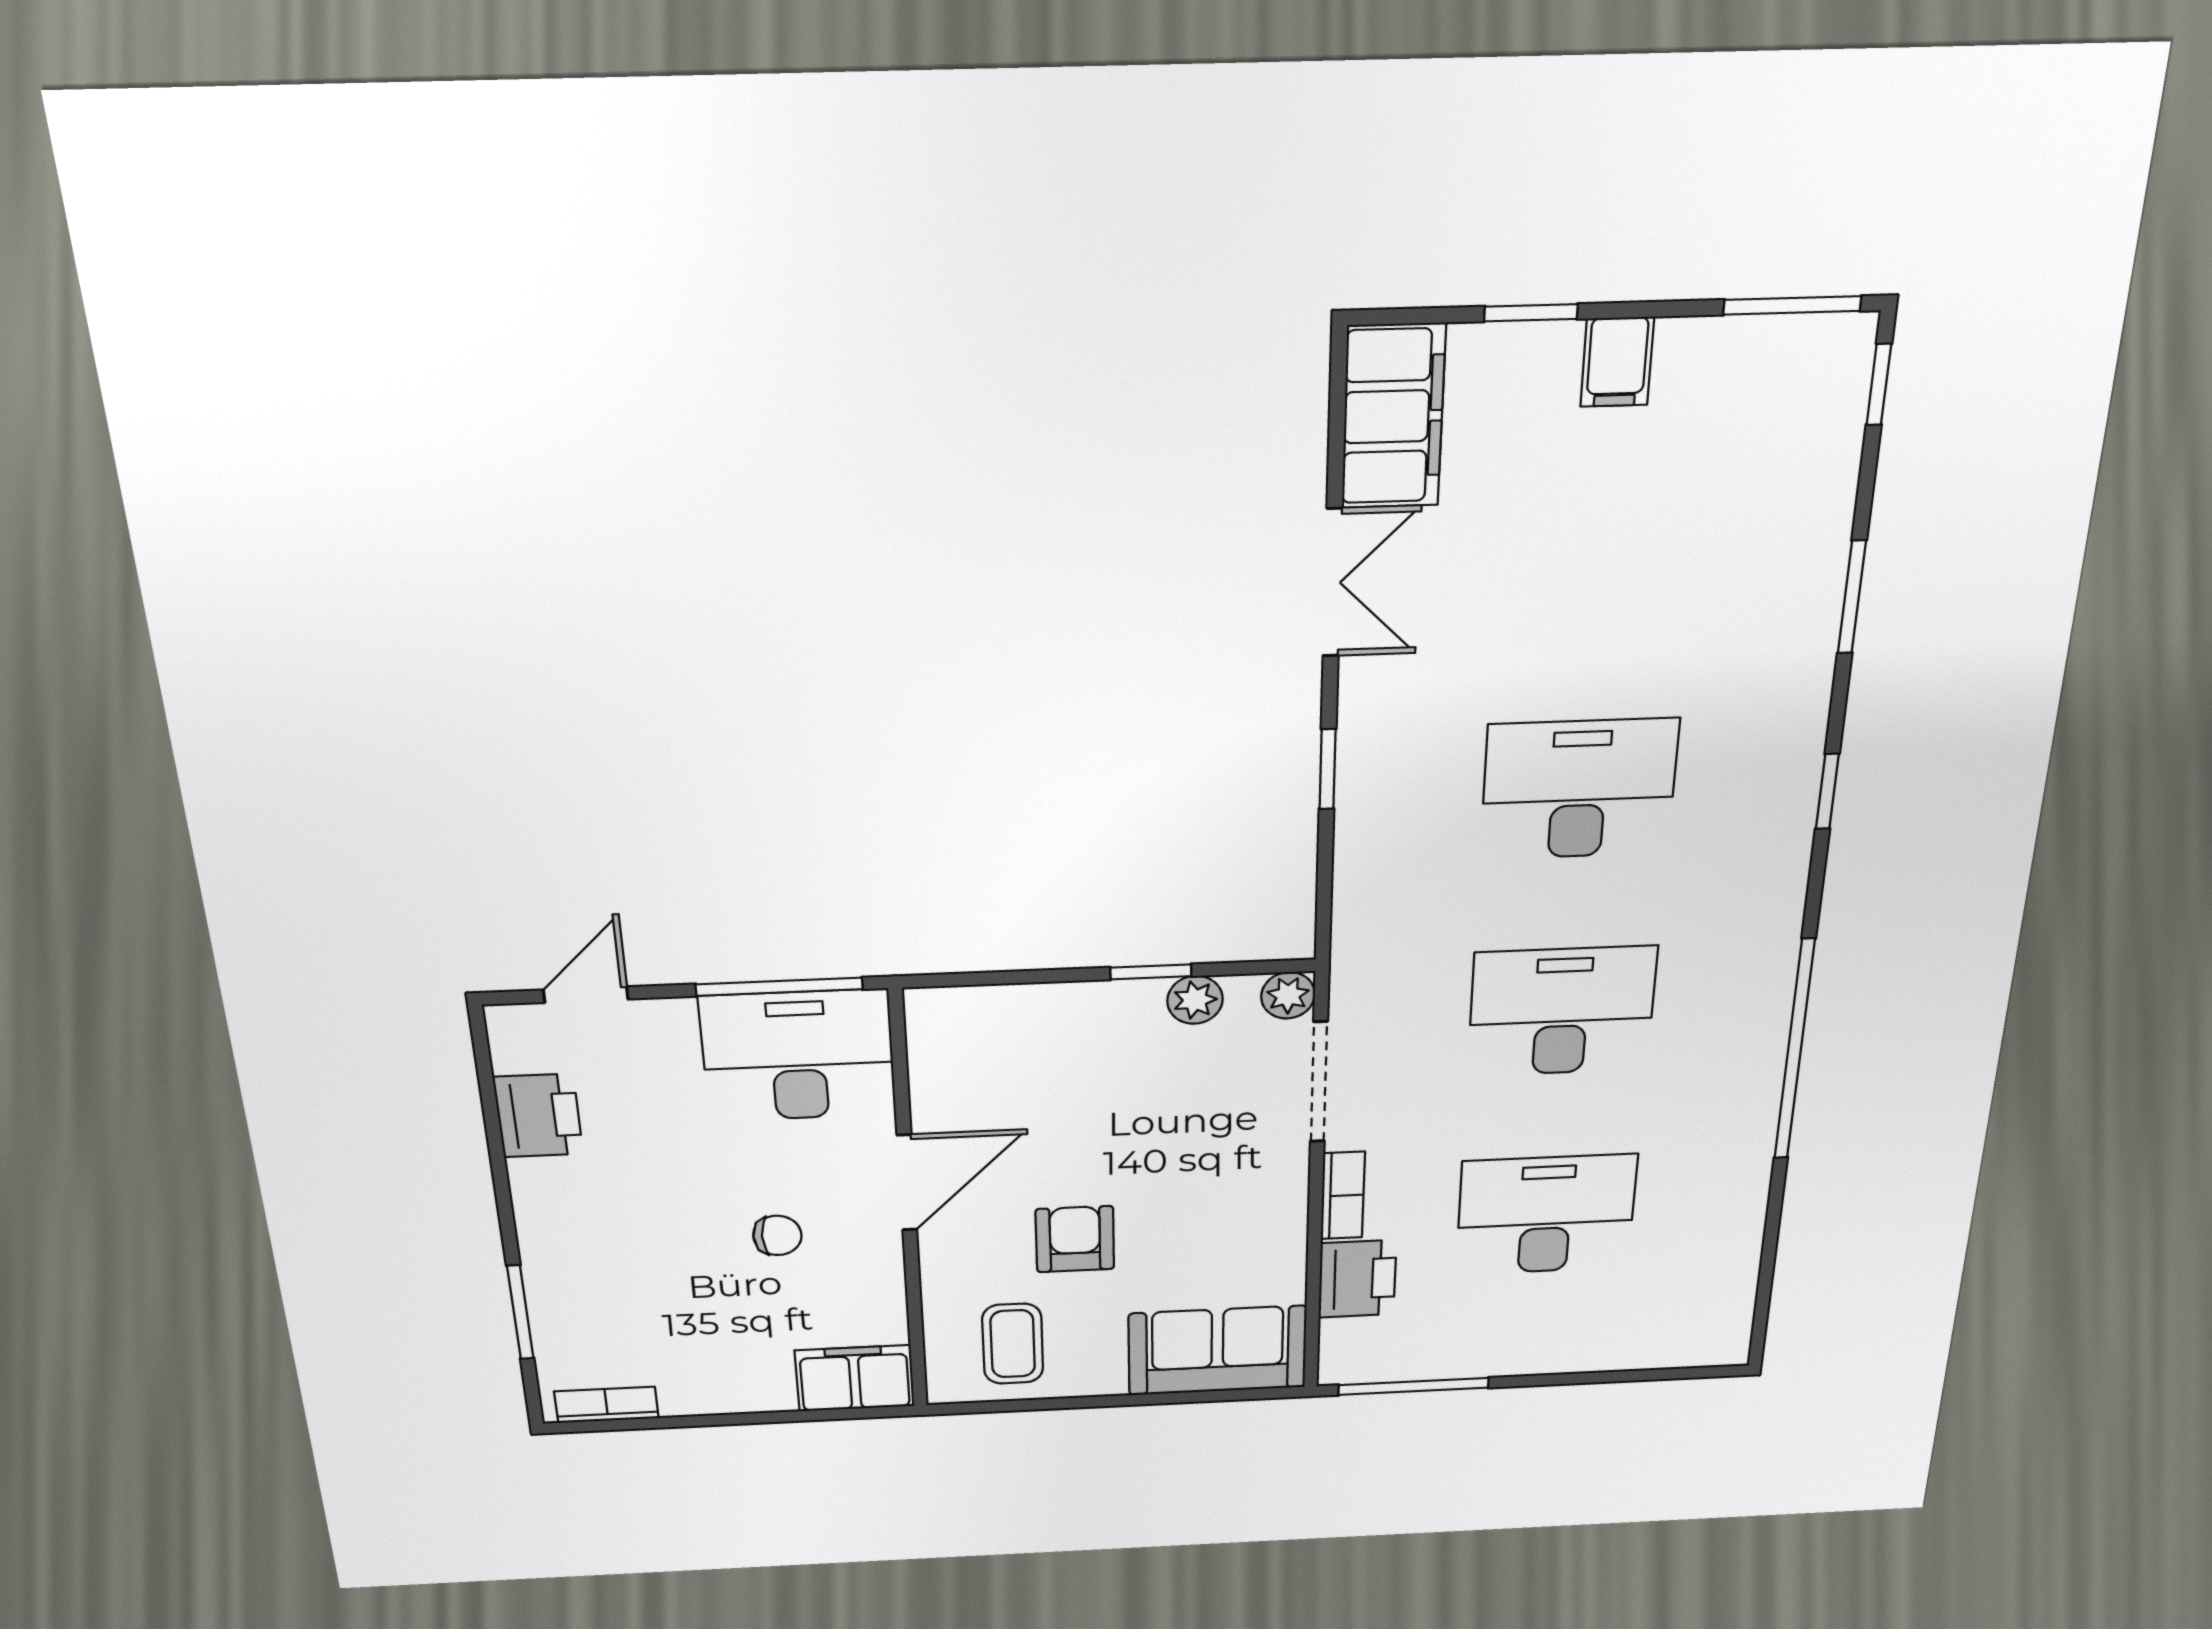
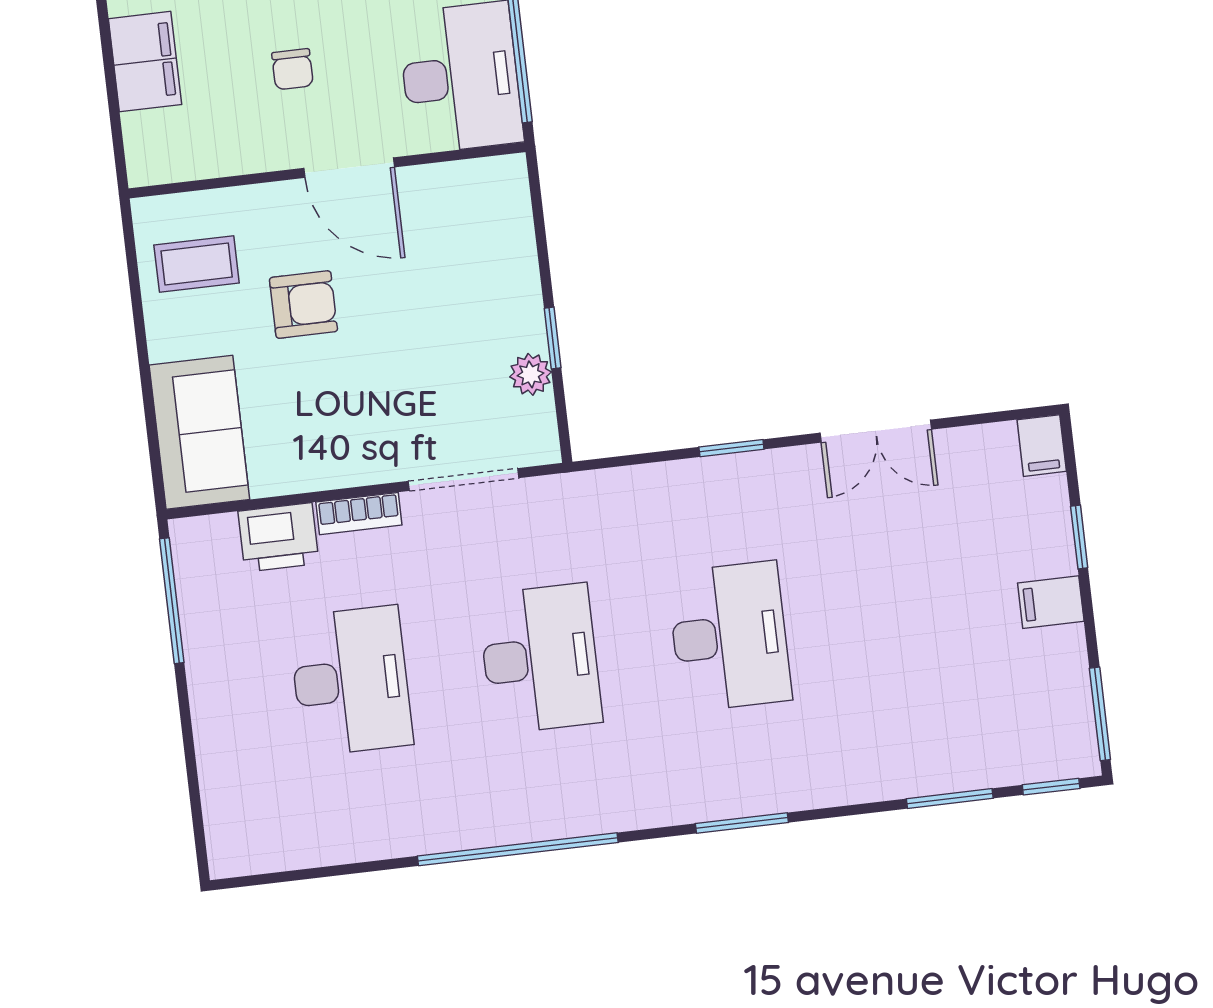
filing cabinet: (1393, 416) -> (1042, 446), width x0.33, depth x0.86
window: (1852, 597) -> (950, 799), moved
window: (1827, 791) -> (742, 823), width x1.50
plant: (1288, 995) -> (539, 445), removed
filing cabinet: (855, 1378) -> (145, 62), moved

